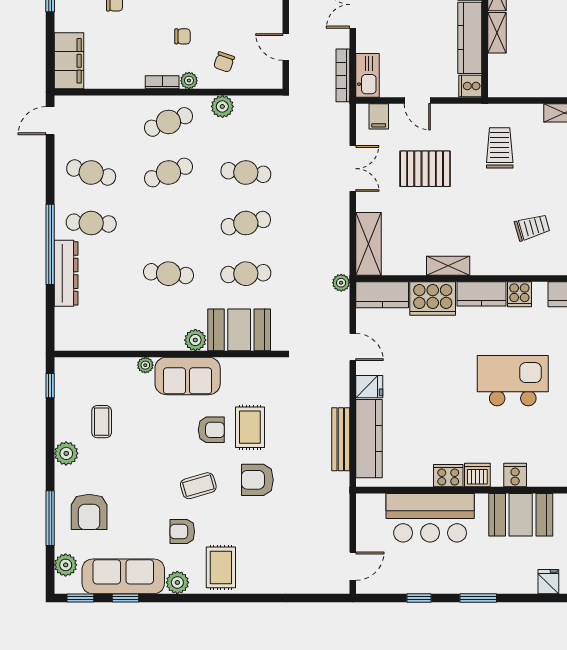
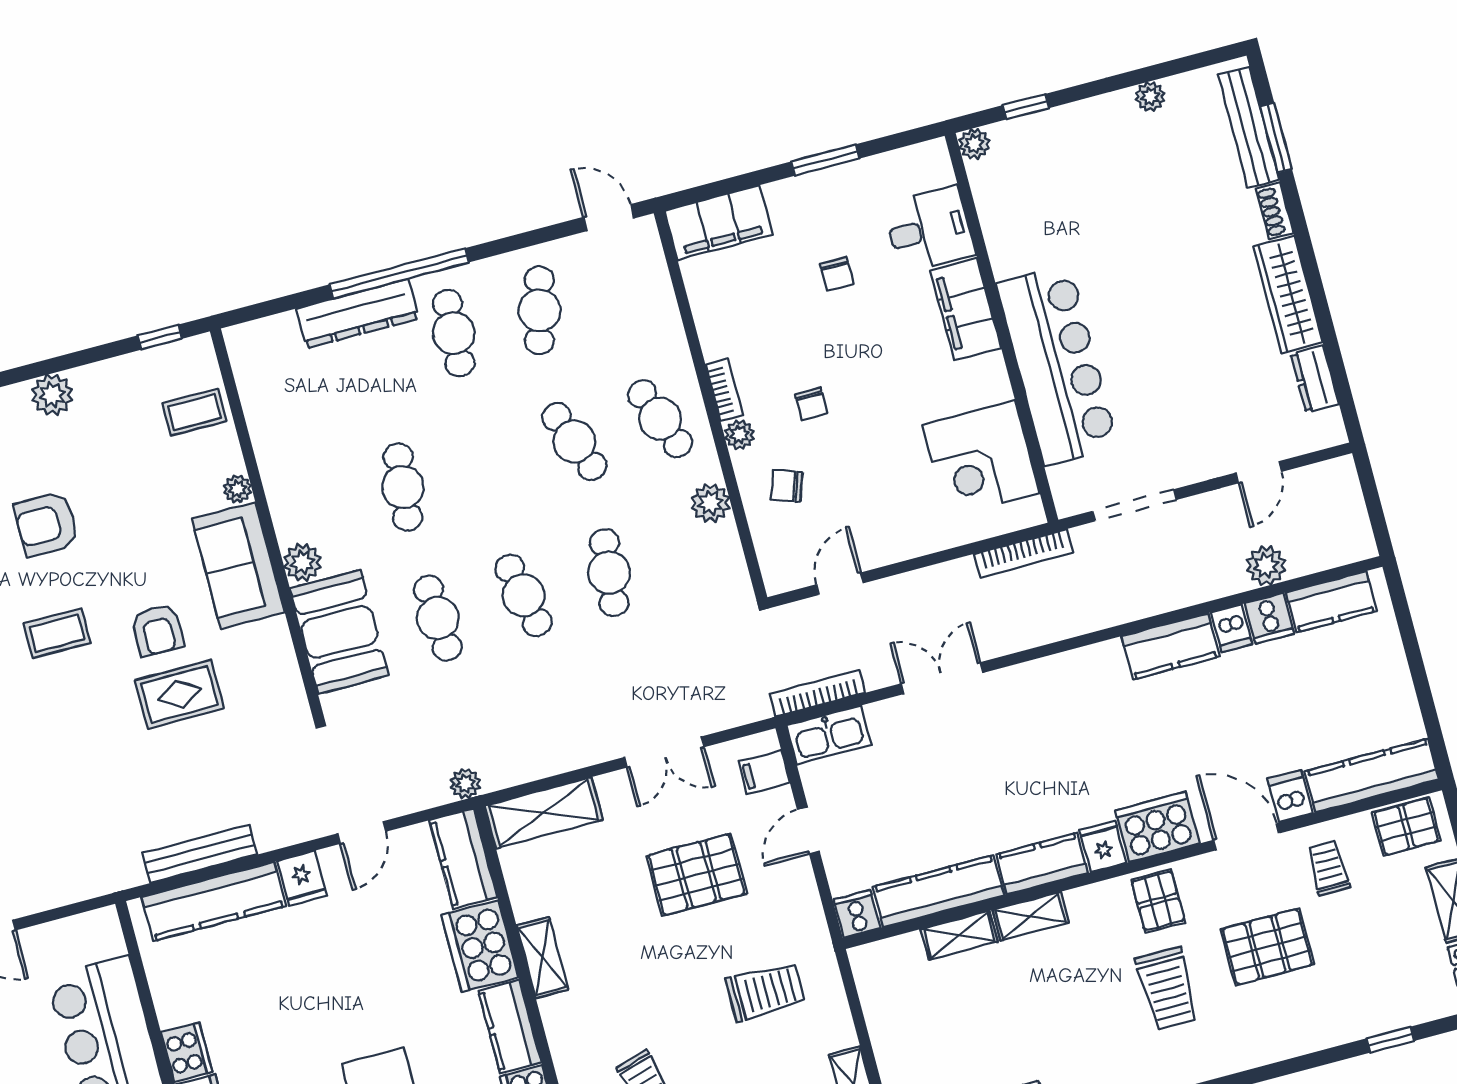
pallet: (425, 169) -> (696, 875), turned 90
coffee table: (102, 422) -> (194, 412), moved
armchair: (257, 480) -> (46, 524), moved, turned -90
coffee table: (198, 486) -> (57, 633), turned -74

